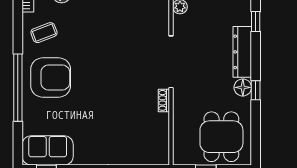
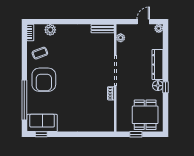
window: (256, 22) -> (165, 46), removed
armchair: (51, 78) -> (44, 80), turned 90
window: (18, 88) -> (24, 100), moved

